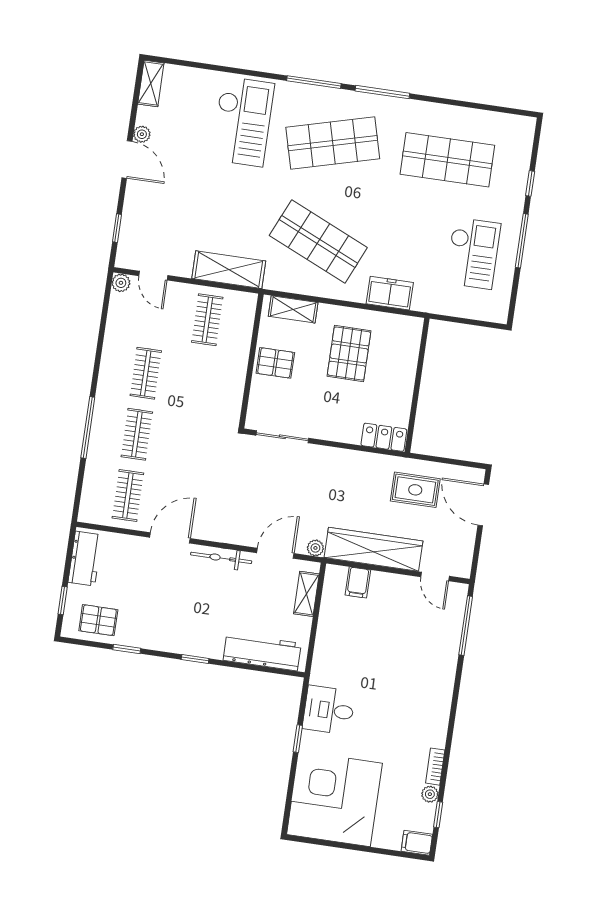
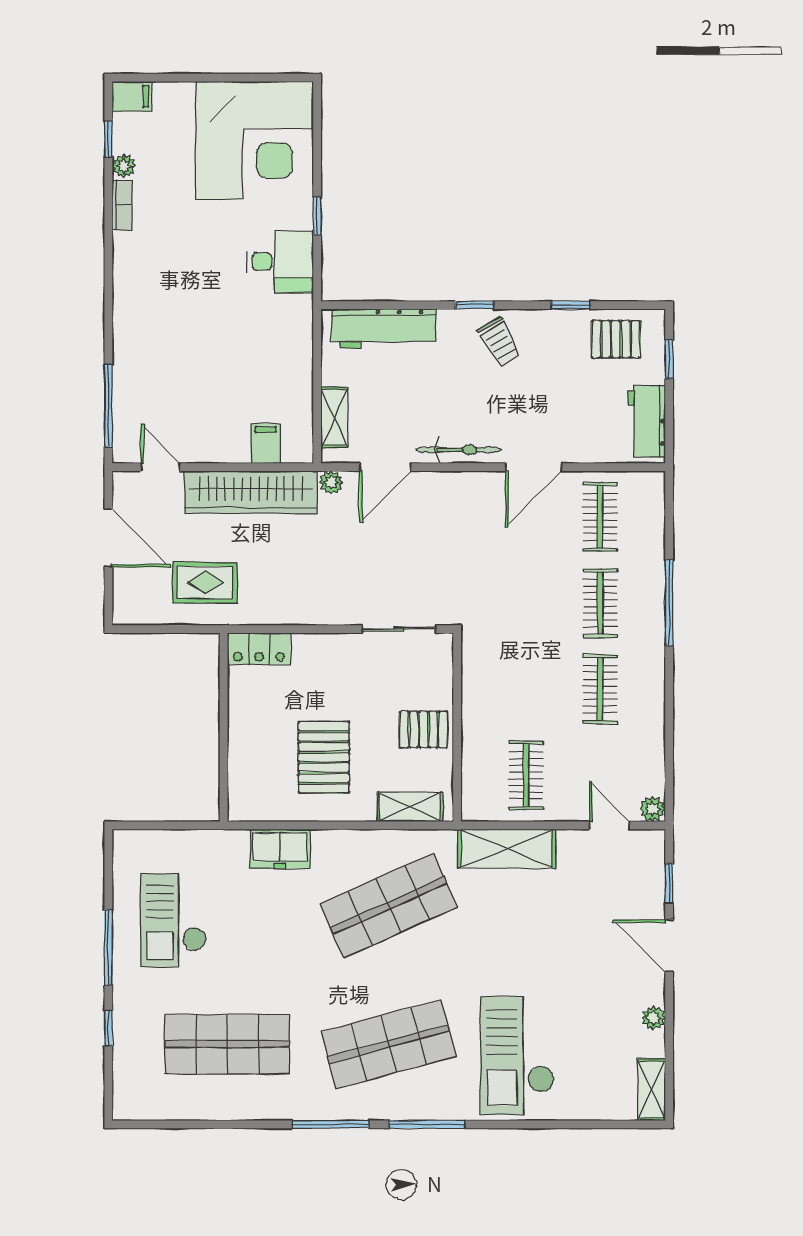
door: (127, 160) -> (669, 946), moved
shop shelf: (318, 241) -> (389, 905), turned -48
door: (483, 505) -> (108, 538), moved
trolley: (181, 630) -> (499, 342), added

